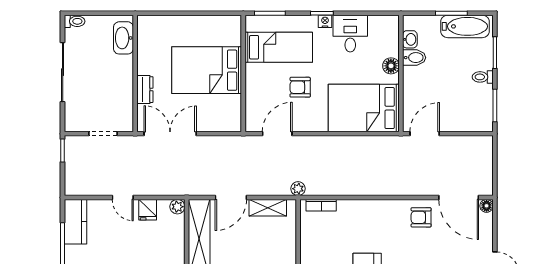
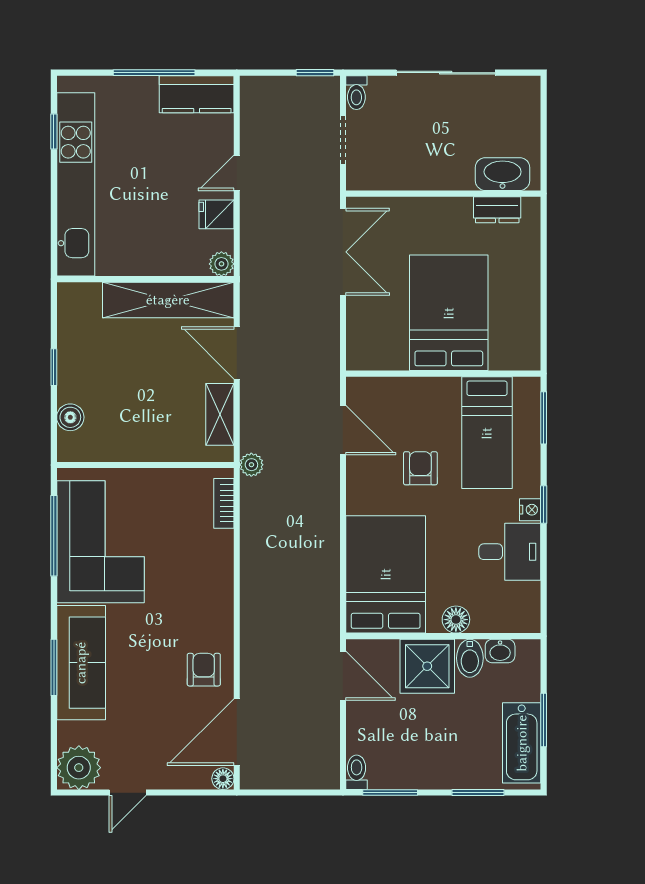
toilet: (75, 21) -> (356, 93), moved
toilet: (483, 77) -> (357, 772), moved
shower: (419, 83) -> (427, 666), added
dresser: (145, 90) -> (497, 210), moved

